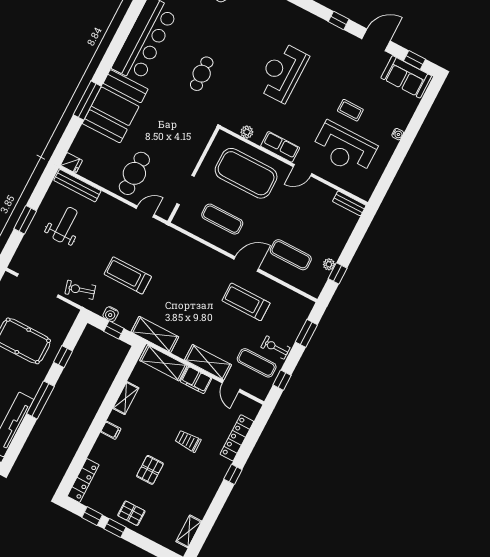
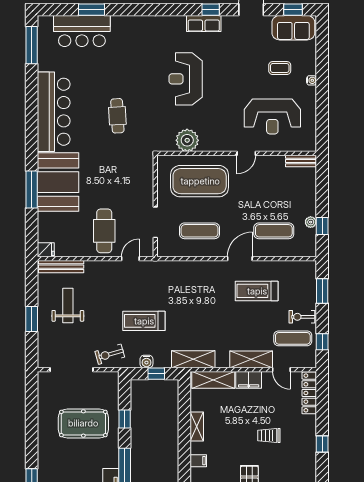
coffee table: (350, 110) -> (280, 68), moved
plant: (247, 132) -> (187, 140), width x1.87, depth x1.87
row of seats: (280, 147) -> (204, 24), moved, turned 180
locker: (237, 438) -> (309, 393), moved

